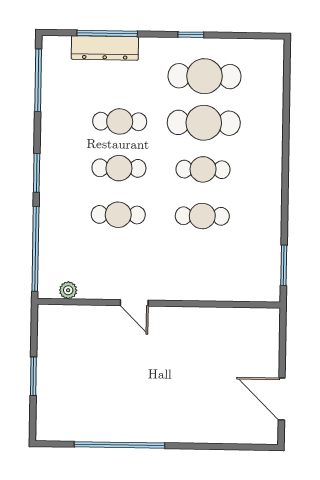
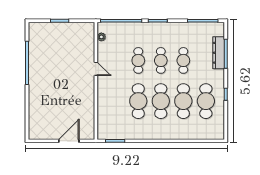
cafe table: (203, 169) -> (161, 101), width x1.37, depth x1.35
cafe table: (202, 216) -> (138, 101), width x1.37, depth x1.35
door: (134, 303) -> (96, 69), swing flipped
door: (282, 399) -> (69, 141), moved

